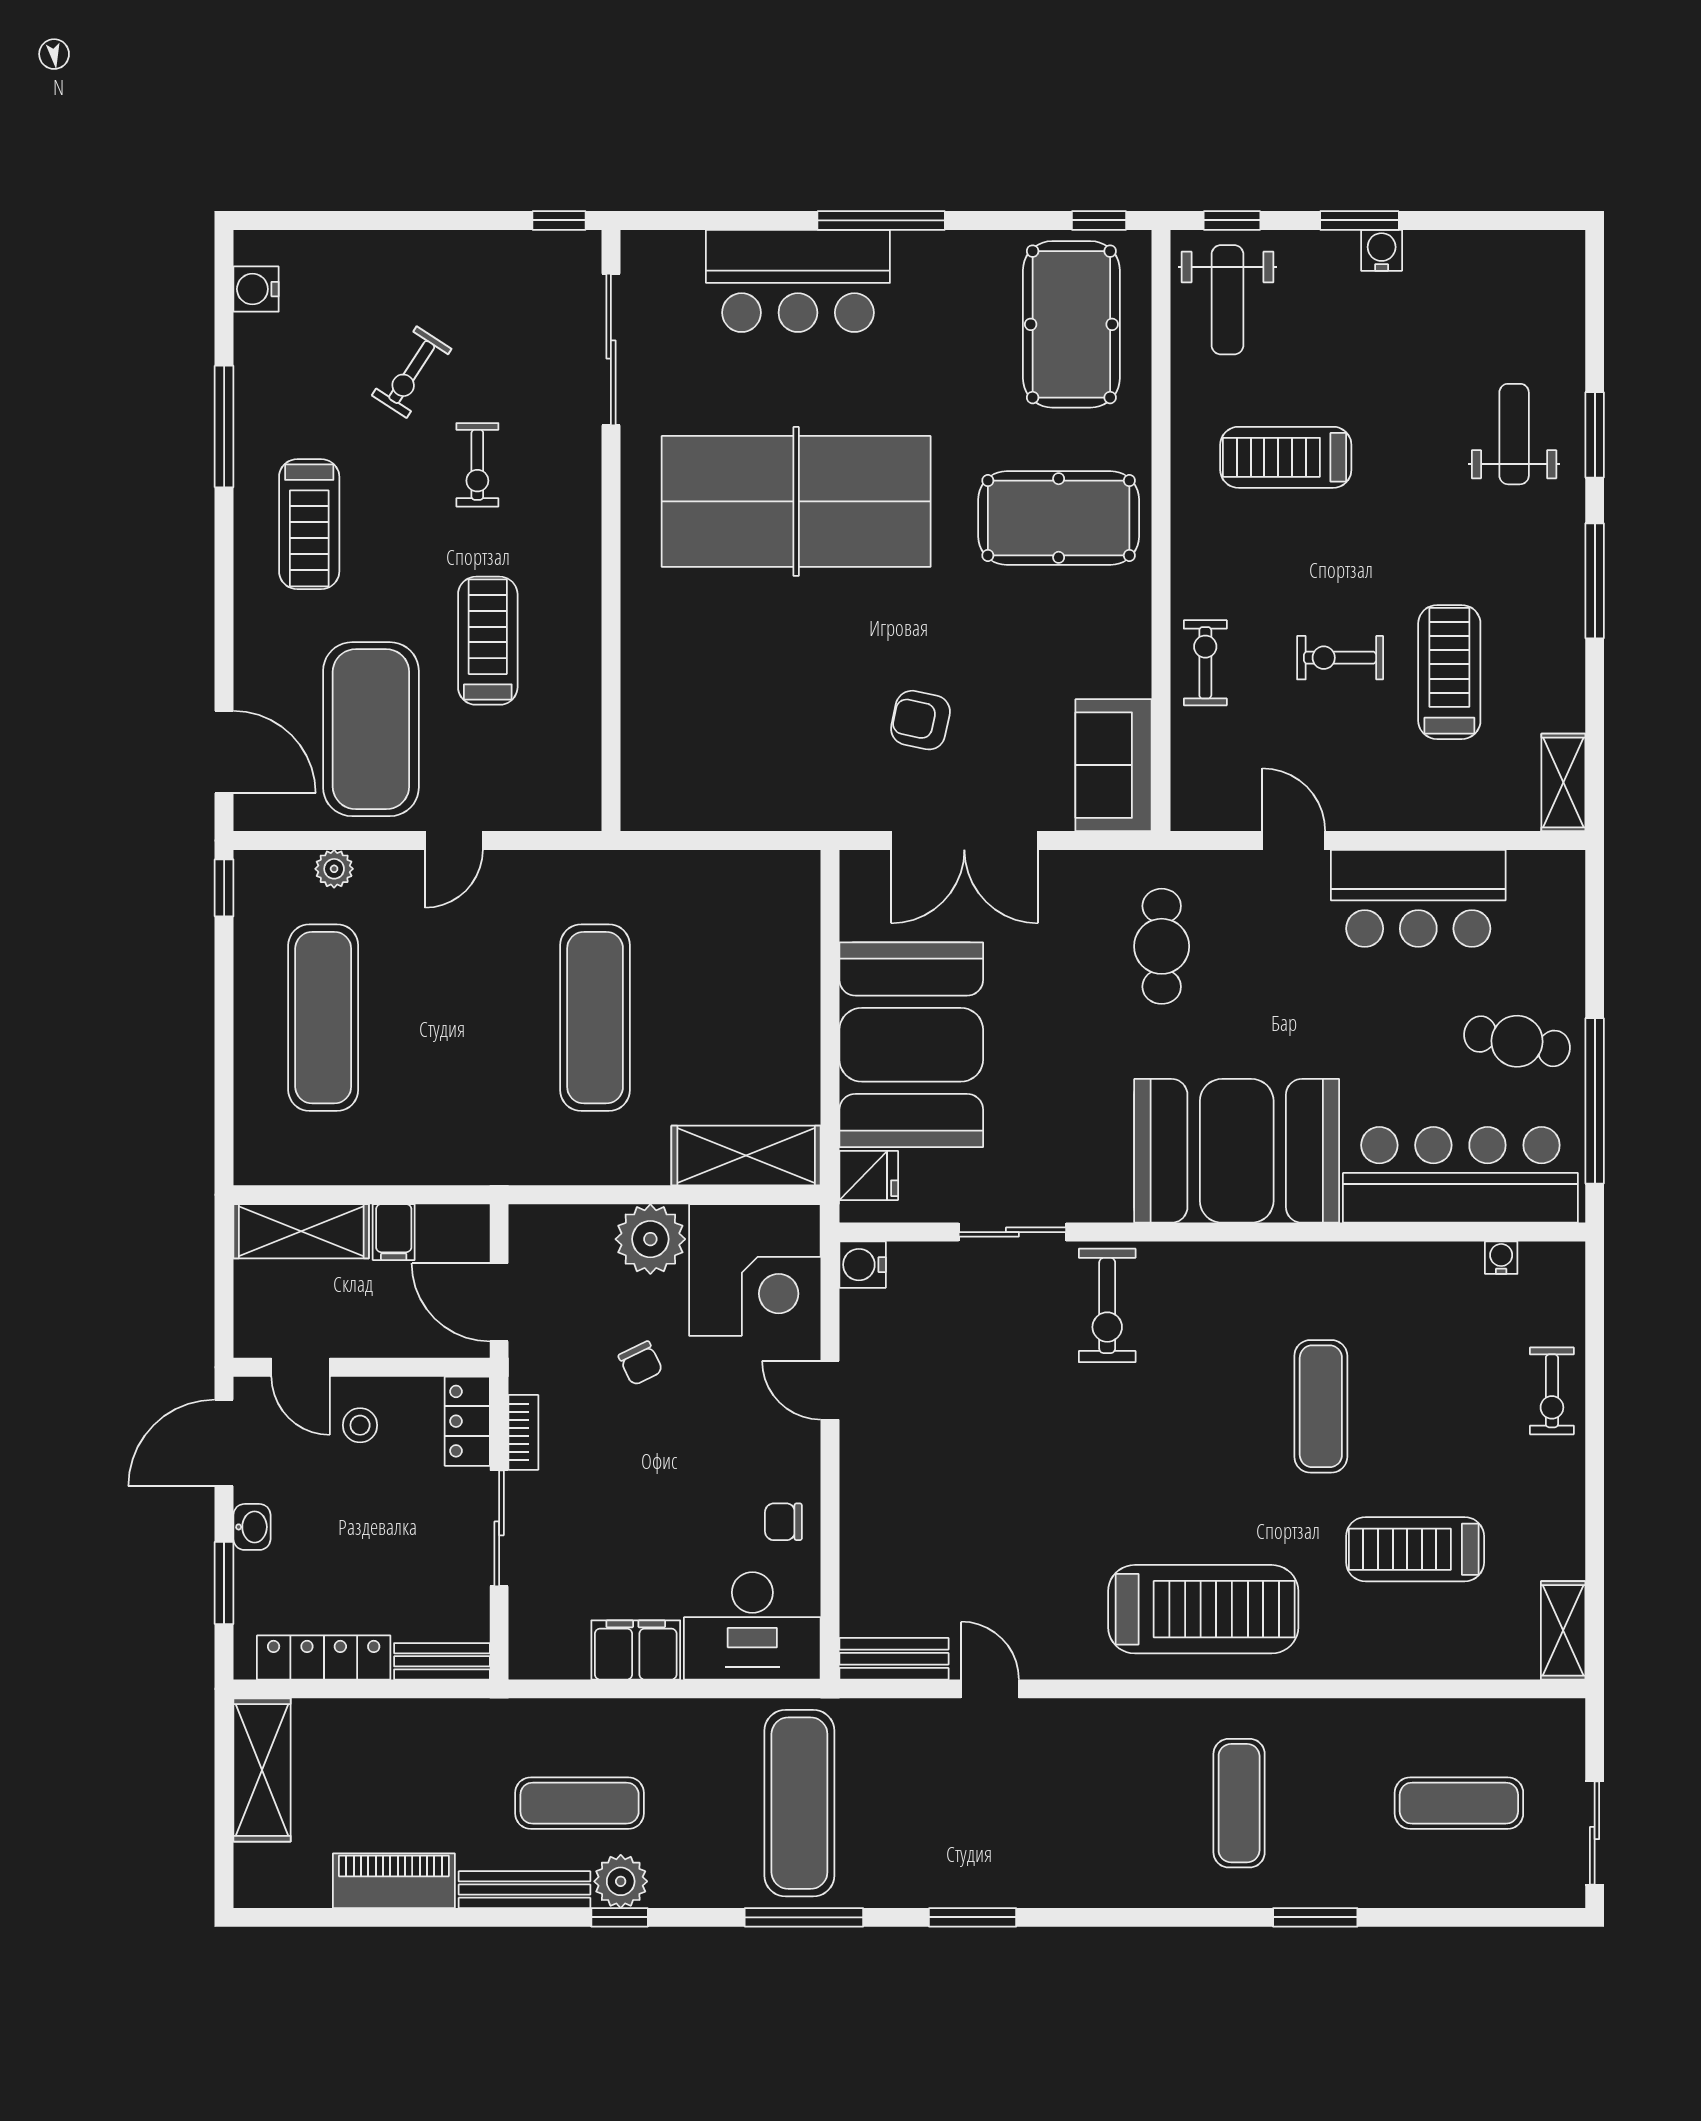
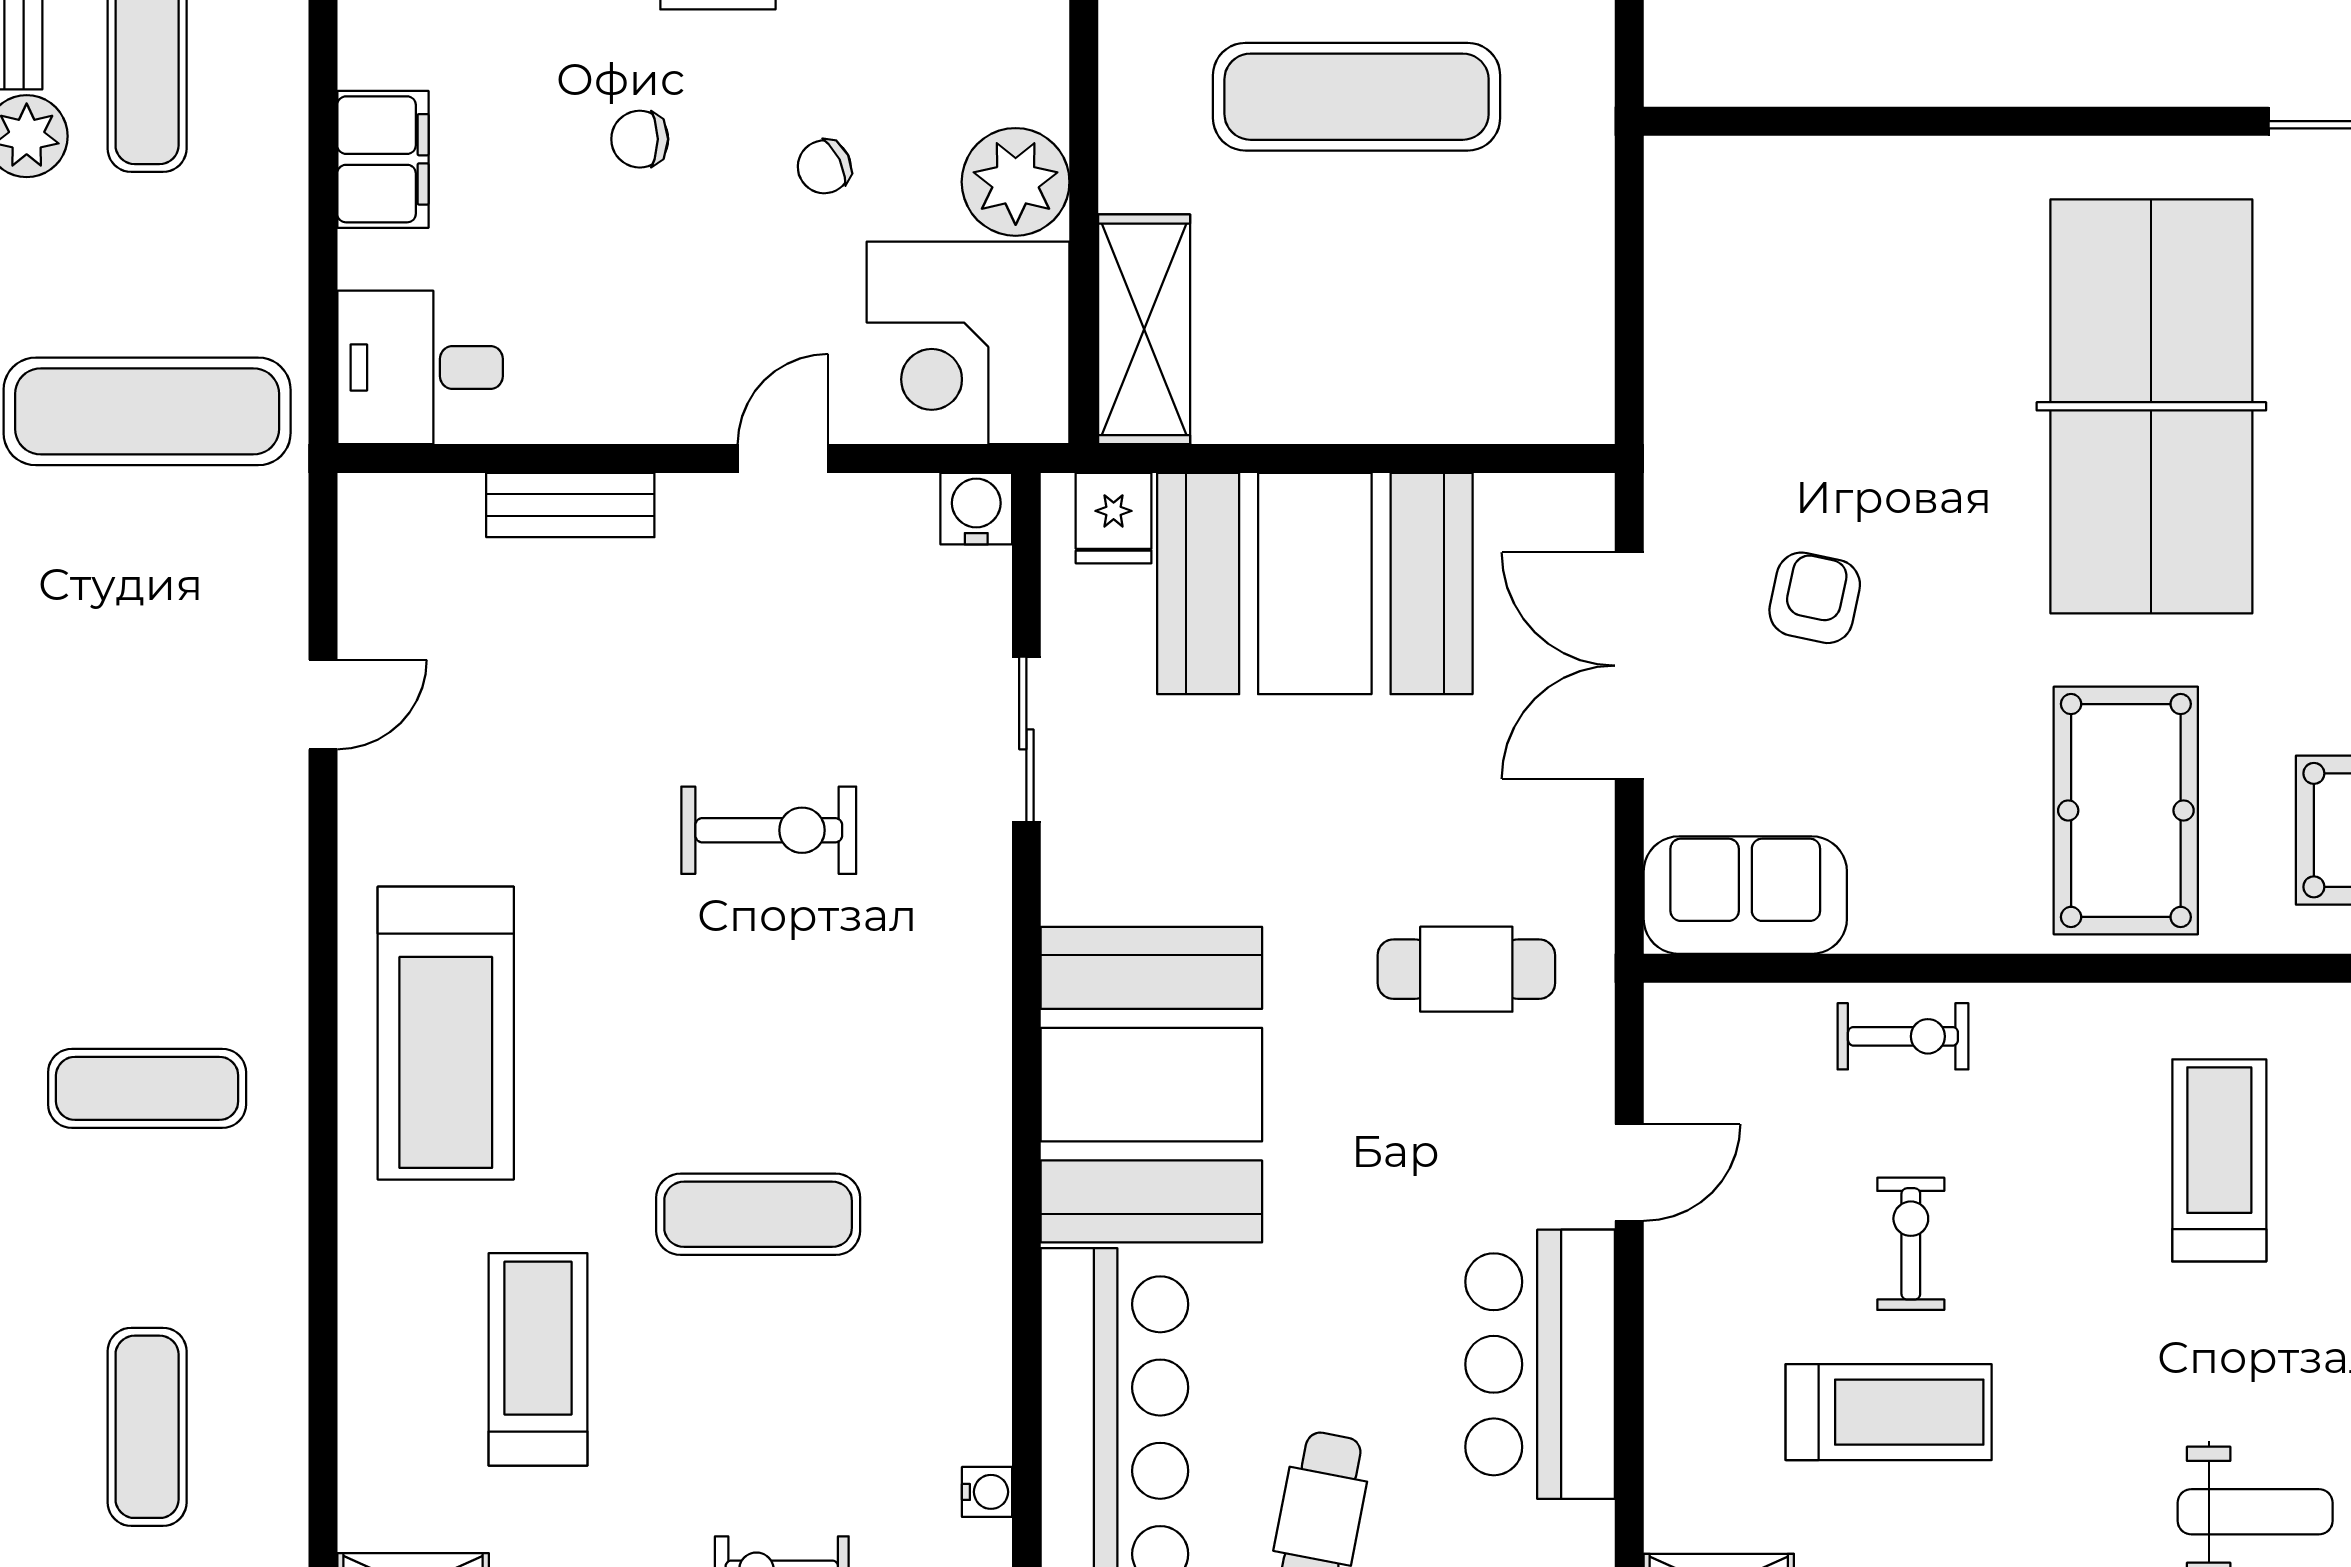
exercise bike: (1107, 1305) -> (769, 830), moved, turned 180
chair: (783, 1522) -> (640, 139), moved, turned -90
desk: (752, 1626) -> (420, 367), width x0.73
bench: (894, 1659) -> (570, 505), moved, turned 90

